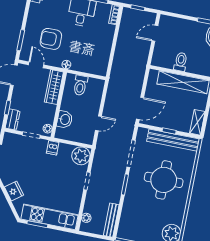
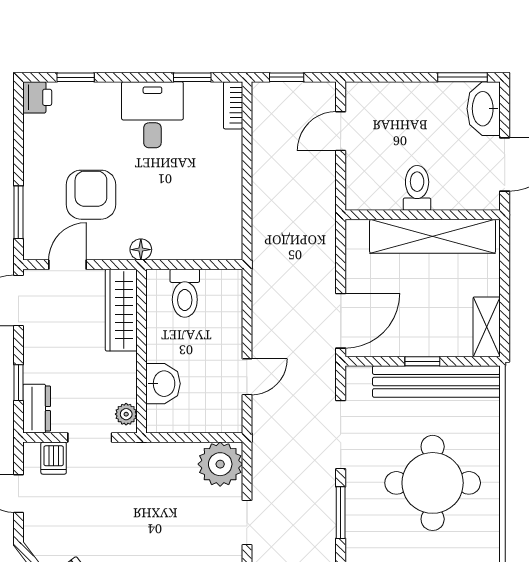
armchair: (51, 39) -> (91, 195), turned 90
door: (36, 65) -> (68, 265), hinge flipped
dishwasher: (53, 148) -> (54, 458), moved

